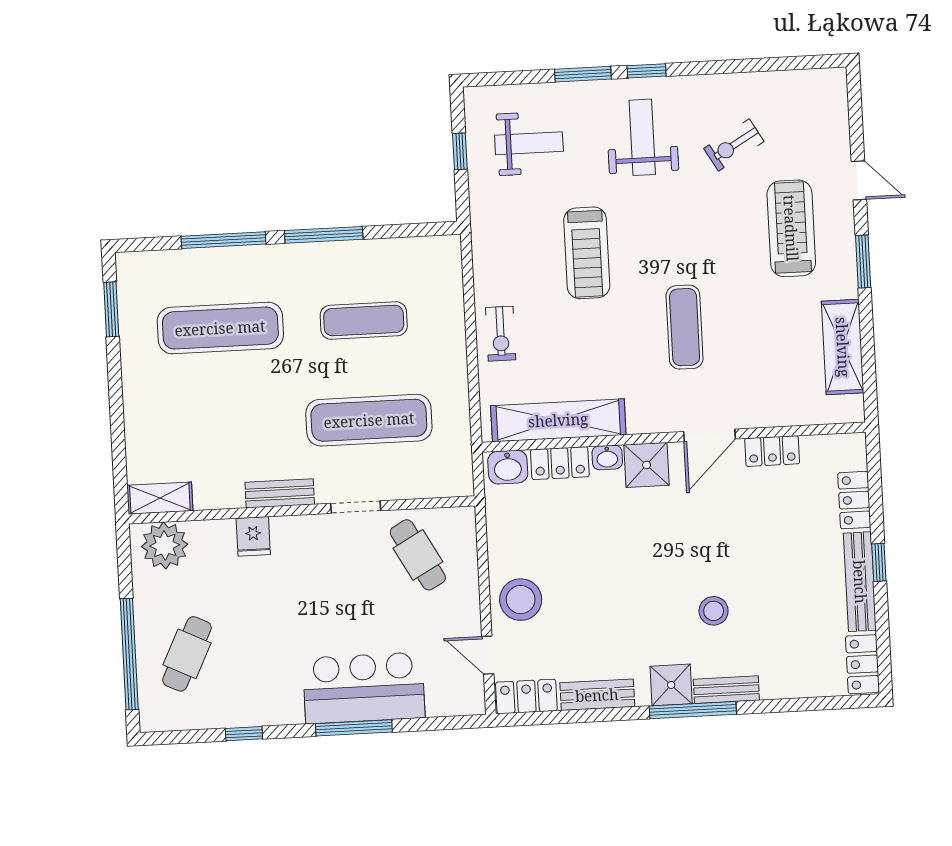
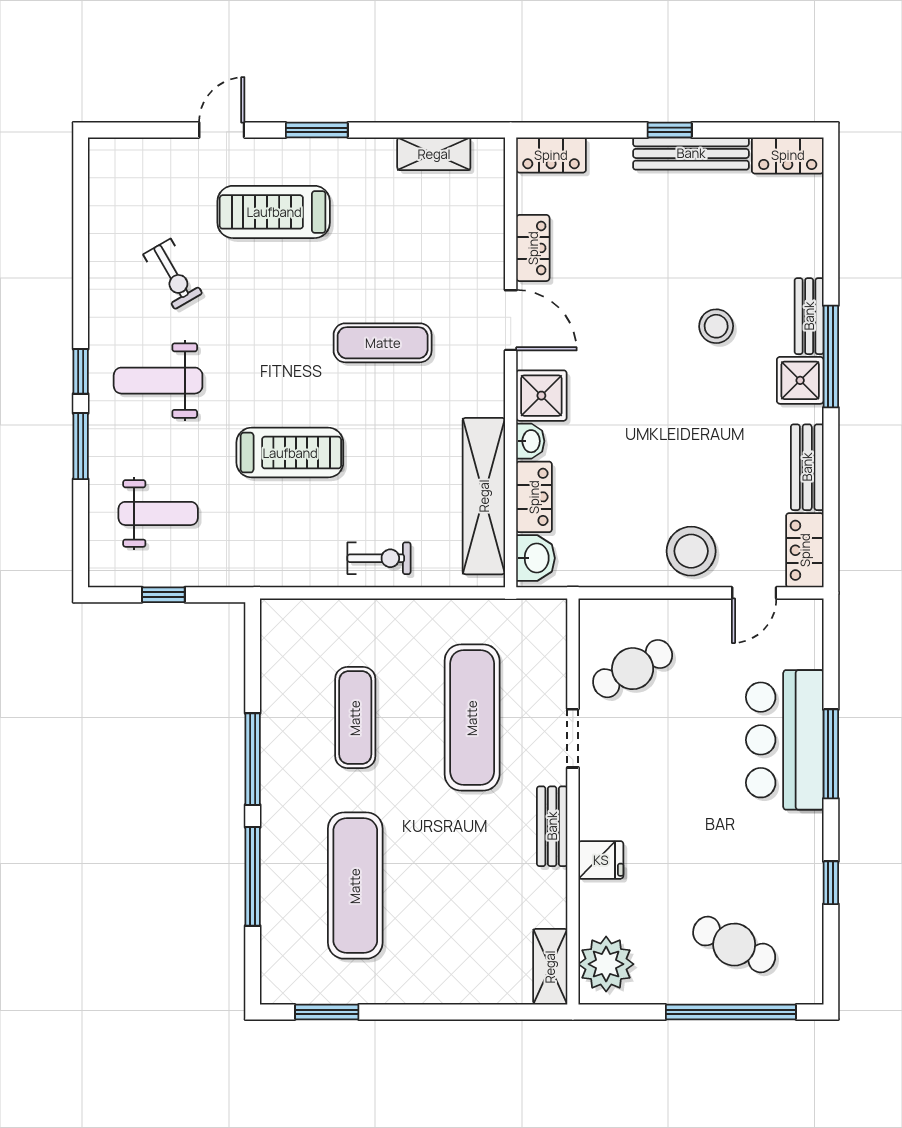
weight bench: (529, 143) -> (158, 513), turned 90
shelving: (843, 347) -> (434, 154), width x0.67, depth x0.75
locker: (854, 500) -> (551, 155), moved

